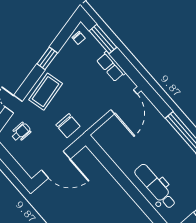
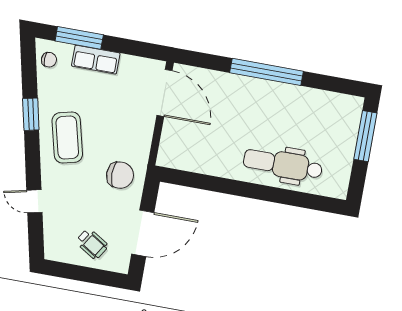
row of seats: (111, 66) -> (96, 60), moved
coffee table: (46, 92) -> (67, 137), moved
wheelchair: (21, 132) -> (92, 244), moved, turned 122

